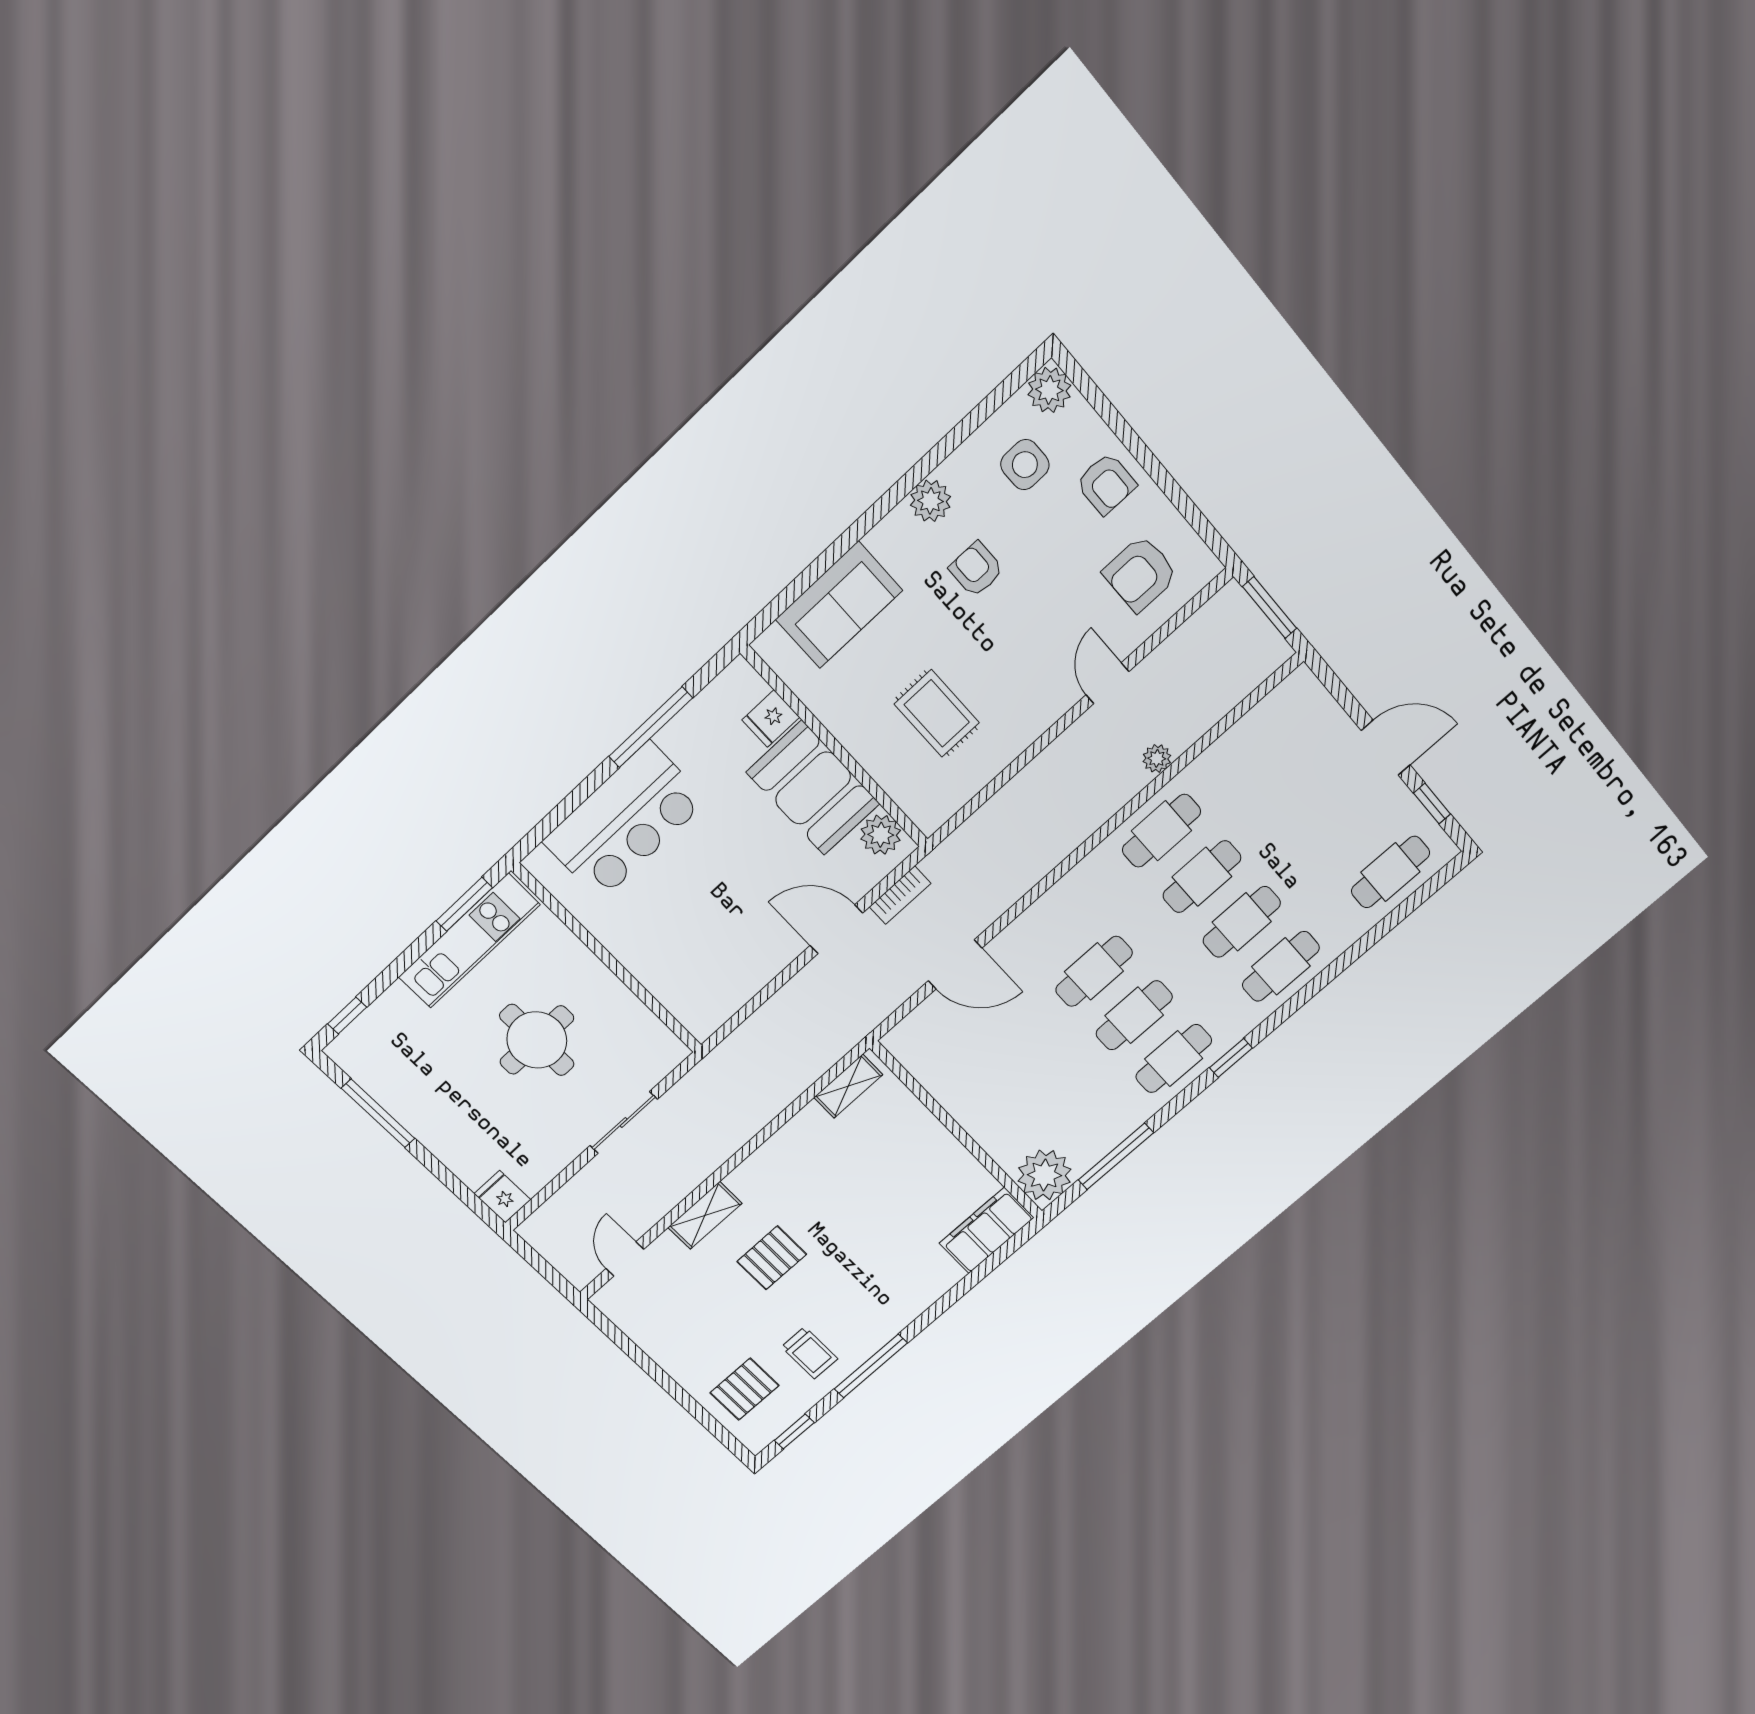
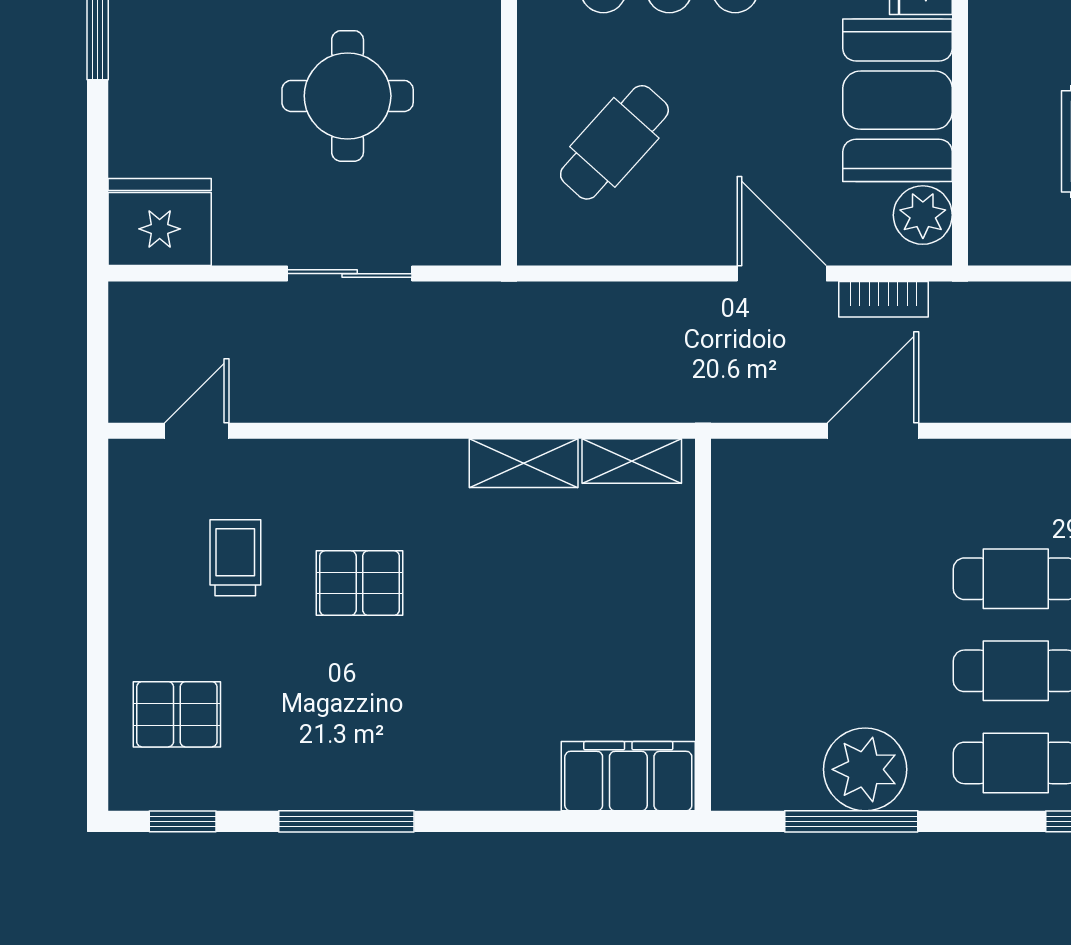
cafe table: (690, 942) -> (614, 142), added
door: (955, 964) -> (873, 431), swing flipped
plant: (1045, 1175) -> (865, 769), moved
fridge: (502, 1197) -> (160, 222), width x1.88, depth x1.34
shelving: (705, 1215) -> (524, 463), moved
trolley: (810, 1353) -> (235, 558), moved, turned 180

